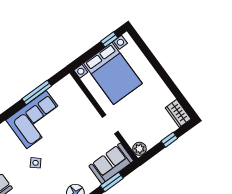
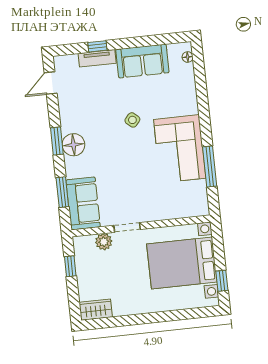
window: (169, 140) -> (70, 266), moved
plant: (139, 149) -> (104, 242), moved

